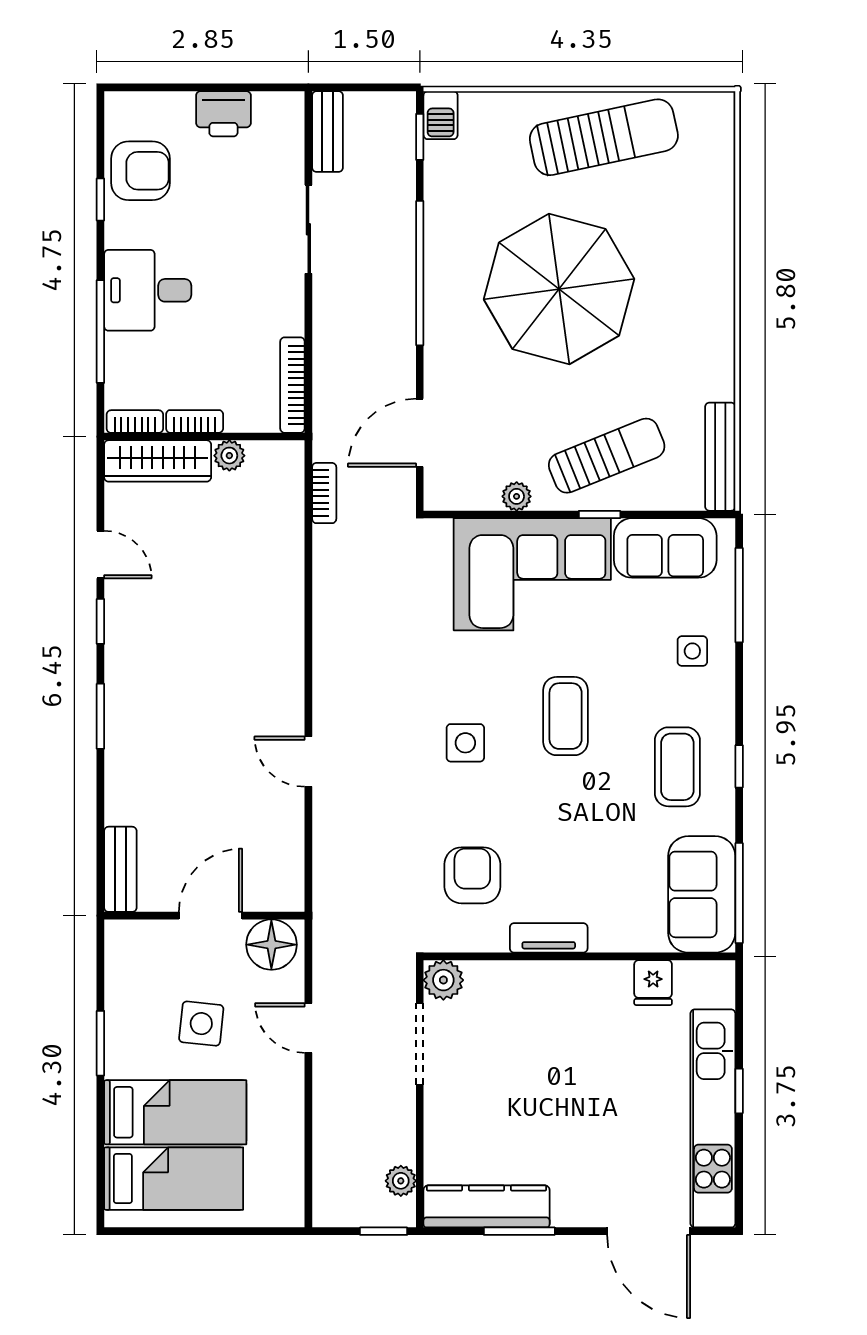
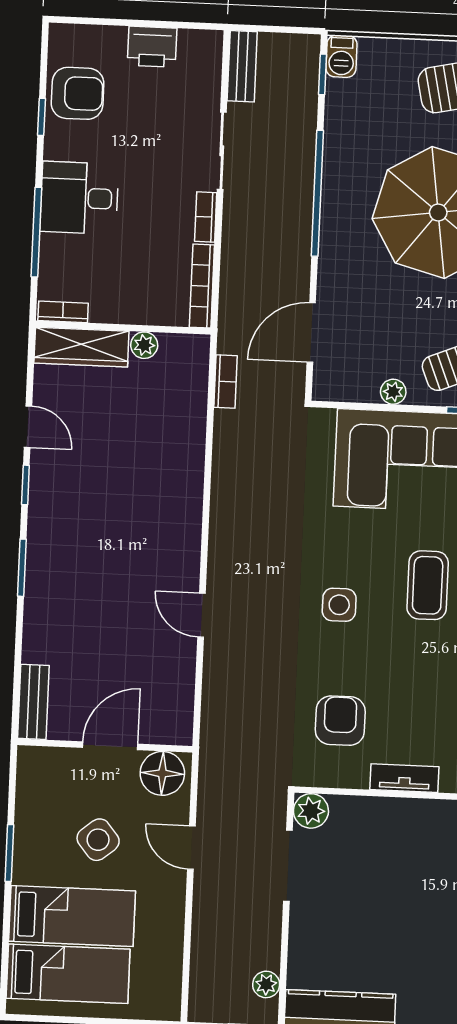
bookcase: (195, 421) -> (206, 217), moved, turned -90
side table: (201, 1024) -> (98, 840), turned 45

